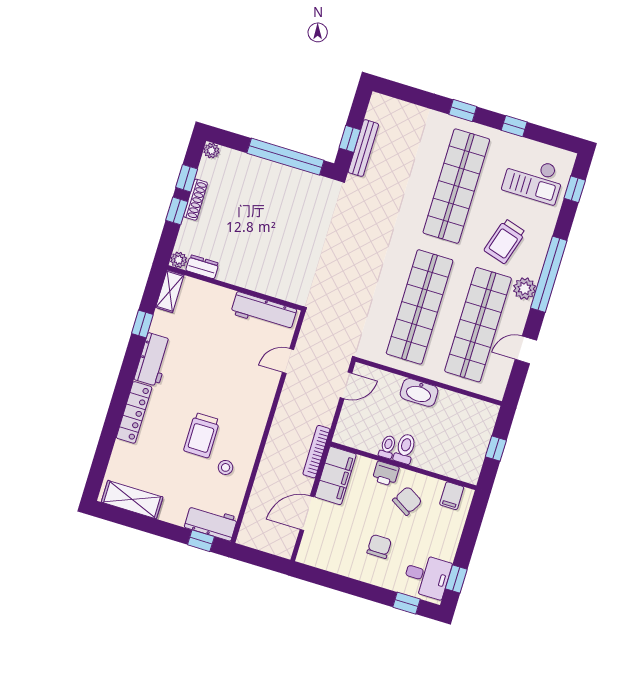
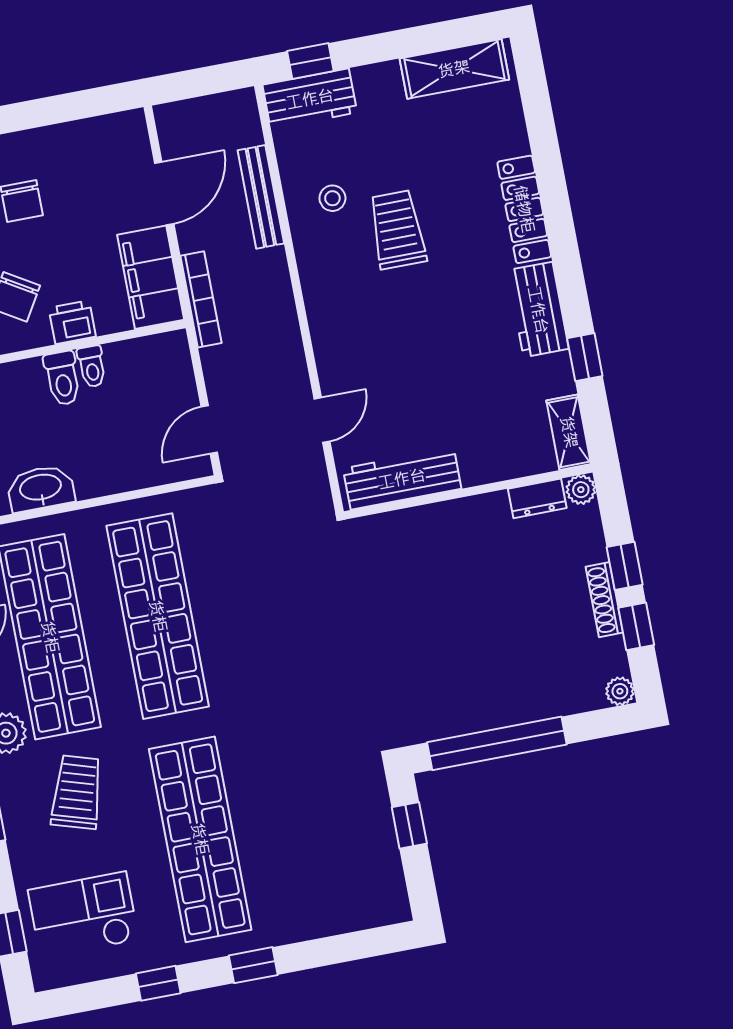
bench: (363, 148) -> (261, 197), moved
washbasin: (419, 392) -> (41, 488), moved

